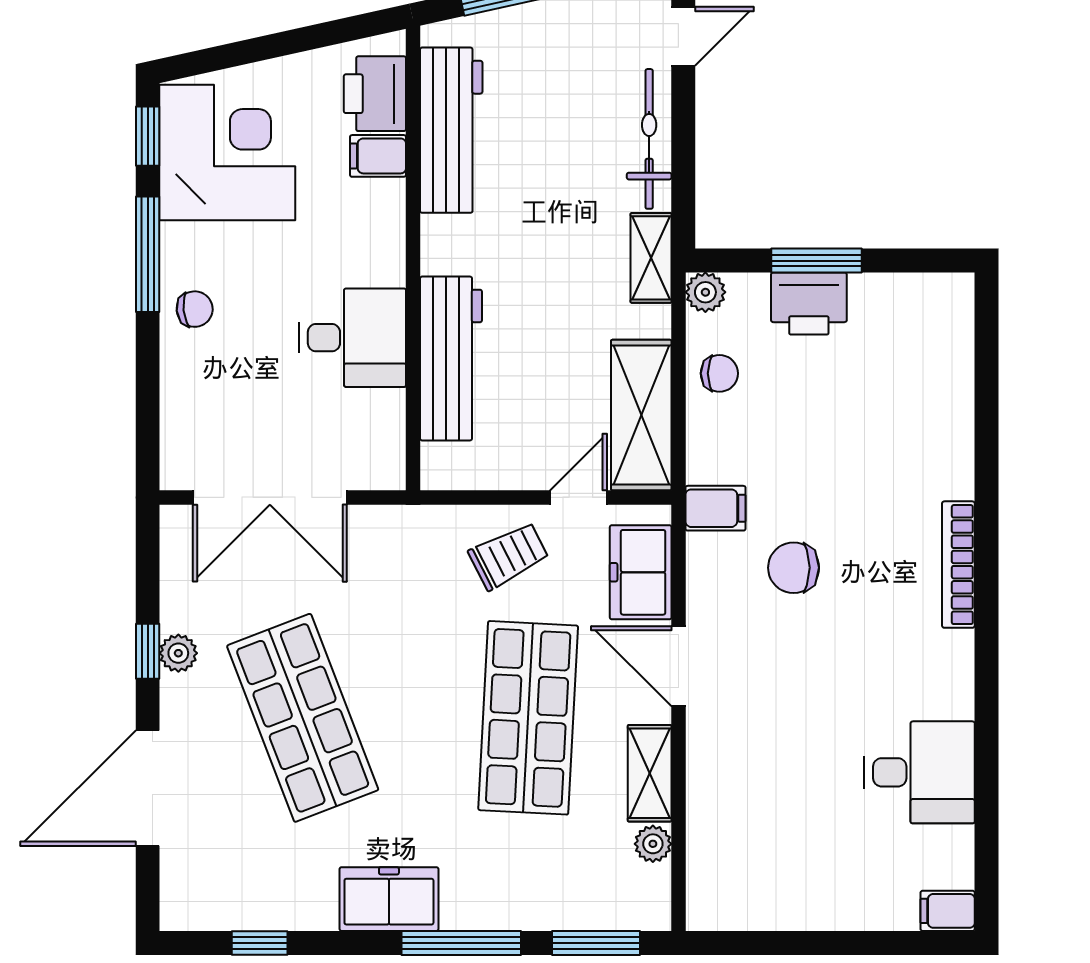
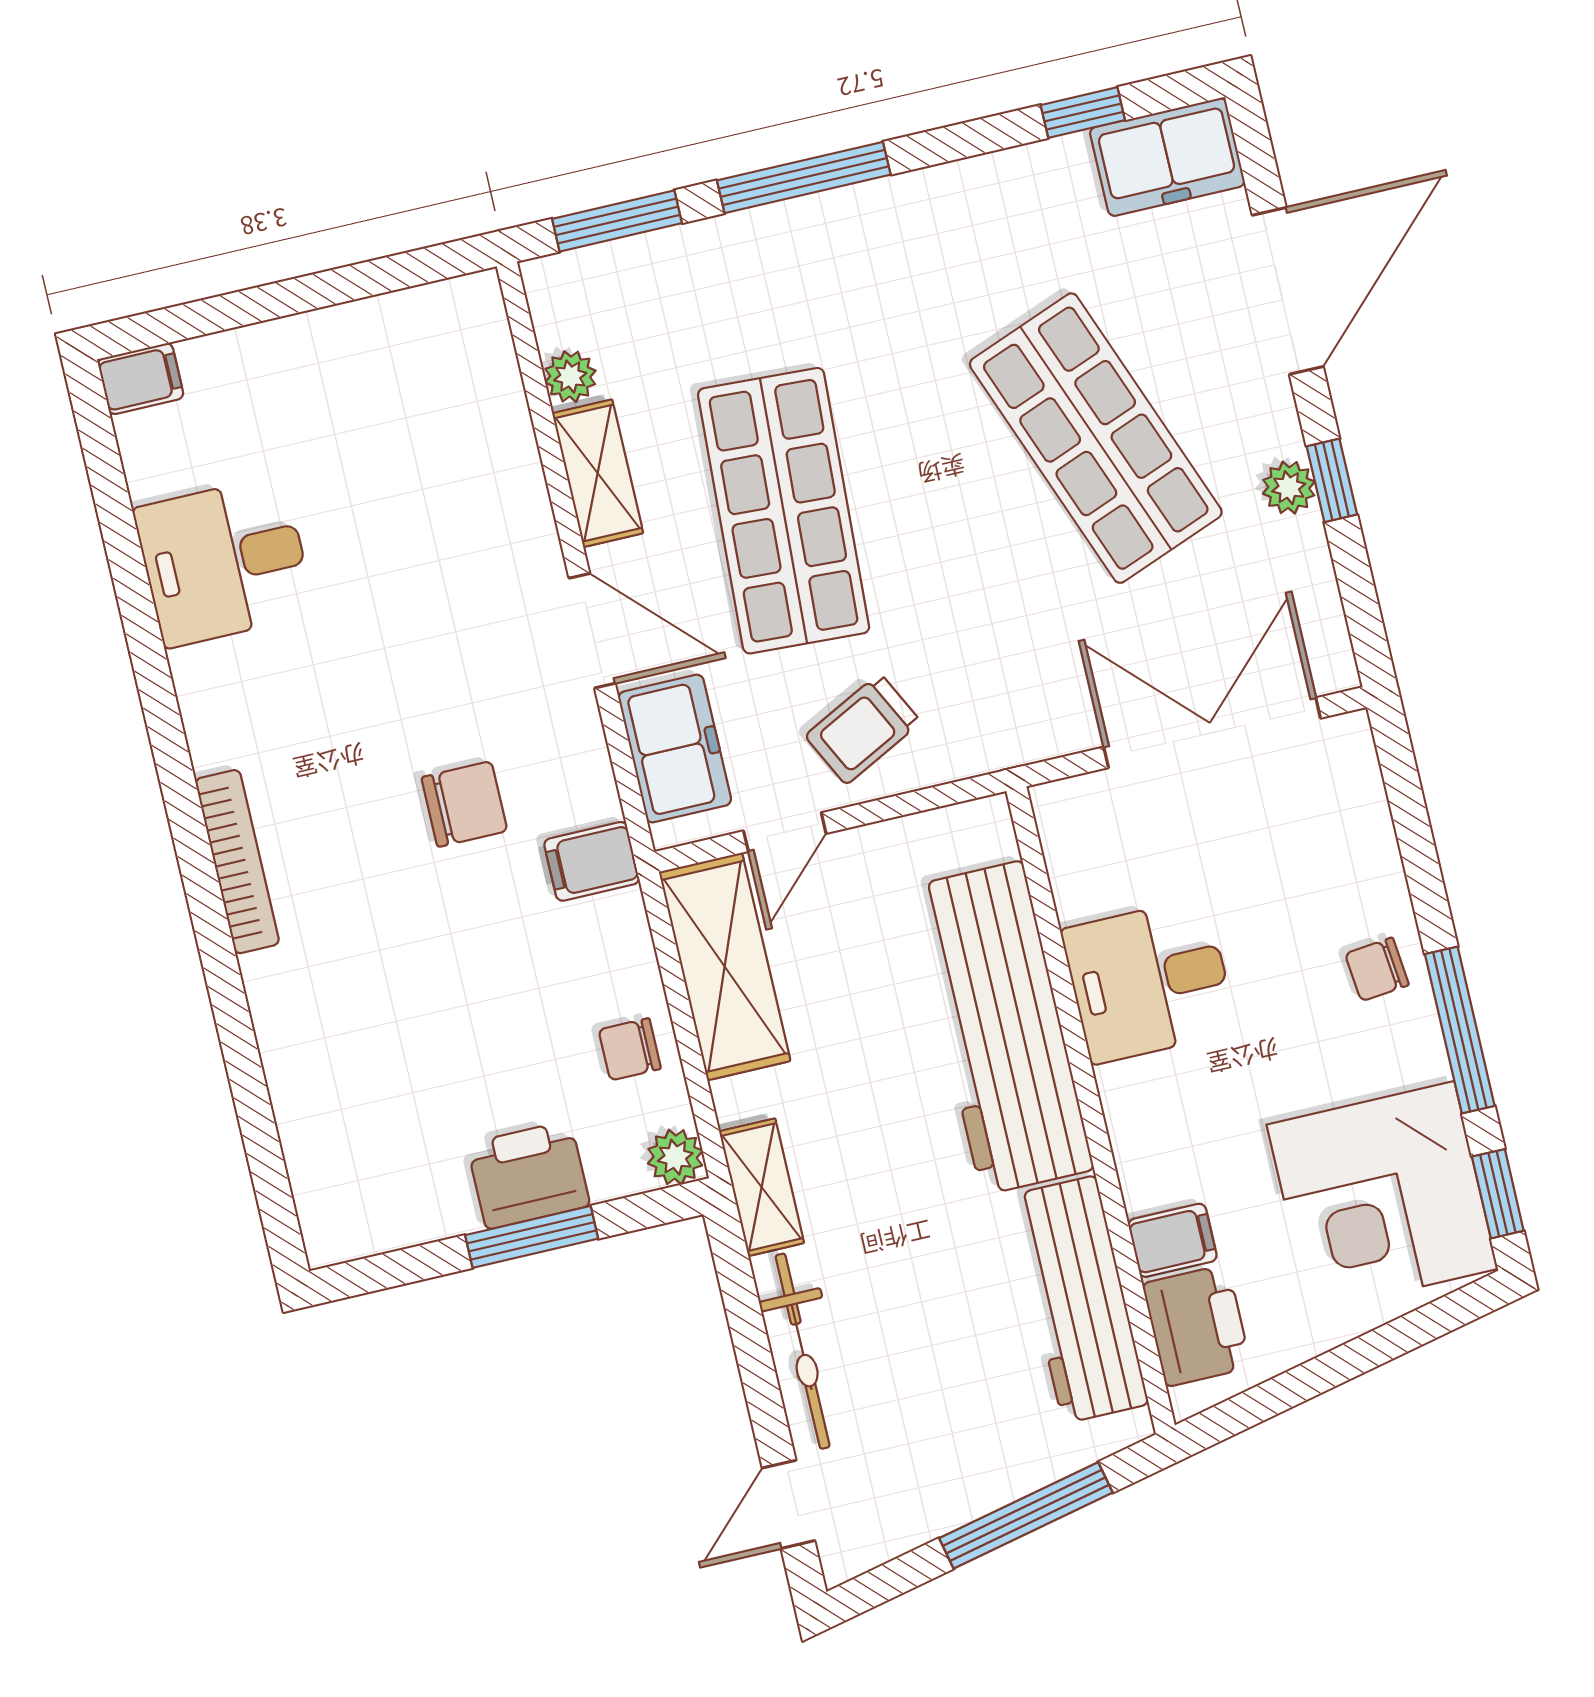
workbench: (451, 359) -> (1002, 1028), width x1.36, depth x1.32
freezer: (389, 899) -> (1167, 157), moved

